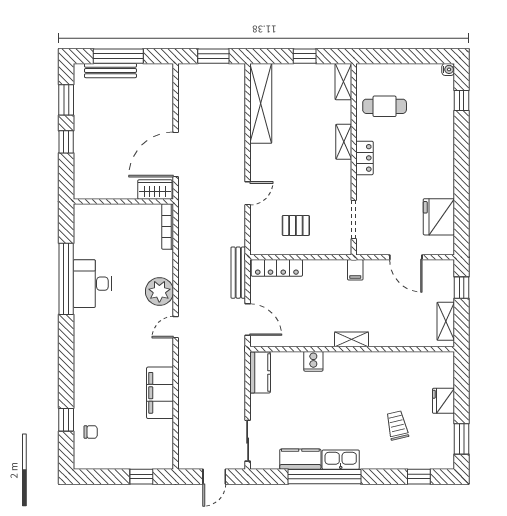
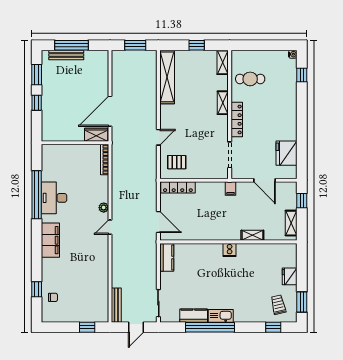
locker: (365, 158) -> (237, 119), width x1.53
pallet: (296, 225) -> (177, 162), moved
bench: (238, 273) -> (116, 305), moved
plant: (159, 292) -> (104, 208), width x0.53, depth x0.53
shelving: (351, 339) -> (252, 235), moved
cooker: (313, 361) -> (230, 250), moved
filing cabinet: (160, 393) -> (50, 240), moved, turned 180
trolley: (397, 426) -> (278, 305), moved

